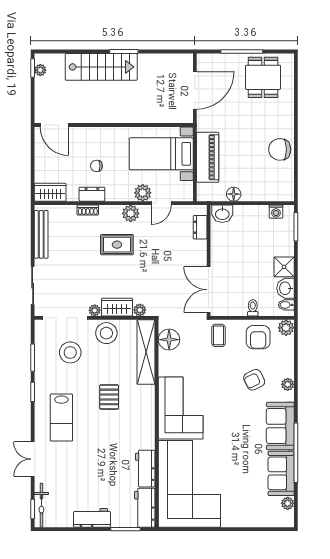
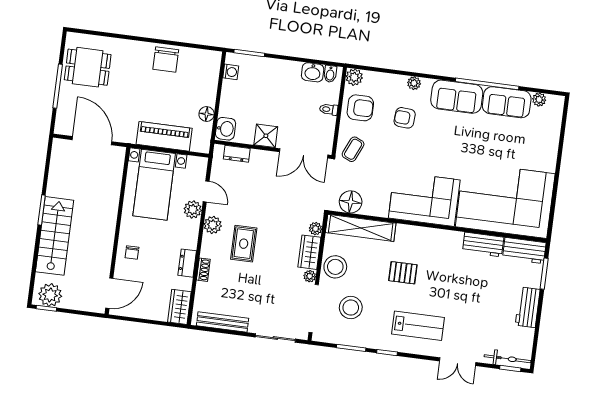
plant: (40, 70) -> (50, 295), width x1.87, depth x1.87
chair: (96, 166) -> (132, 253), moved
shower: (284, 267) -> (266, 136), moved
coffee table: (218, 335) -> (353, 149), turned -66
armchair: (254, 380) -> (405, 118), turned 120

